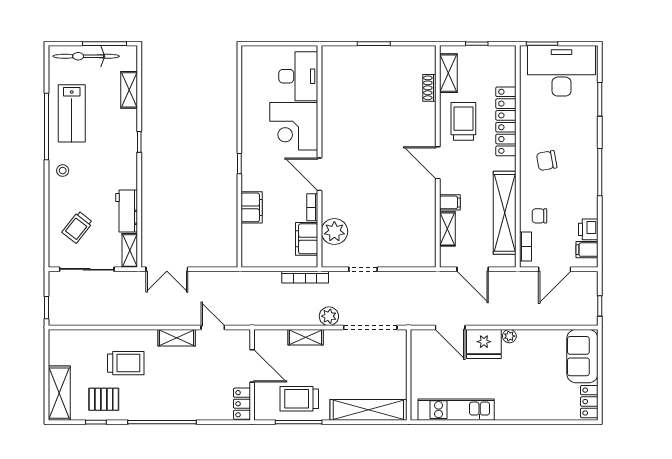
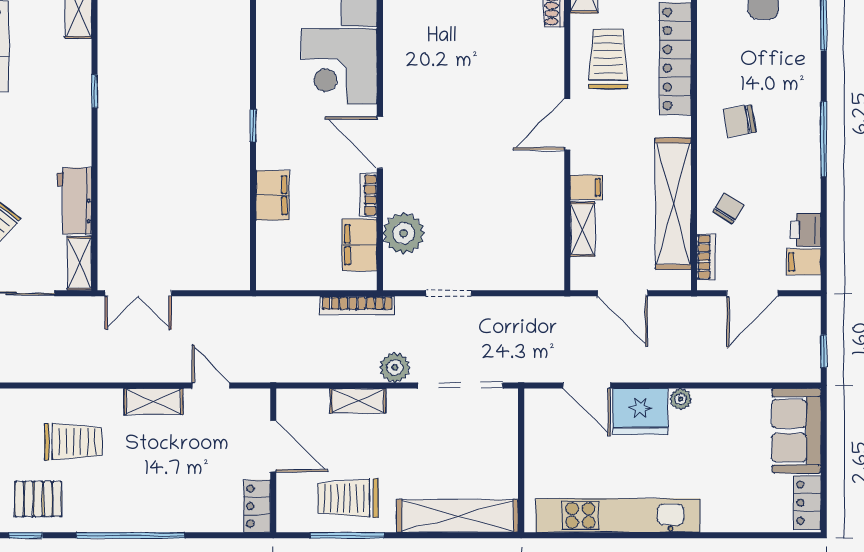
door: (438, 163) -> (567, 124), hinge flipped
chair: (540, 216) -> (728, 209), turned 123
kitchen unit: (456, 410) -> (618, 515), width x1.36

